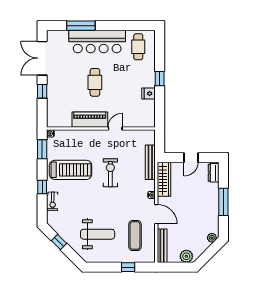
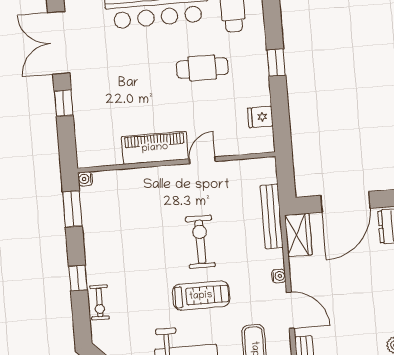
cafe table: (95, 82) -> (202, 68), moved, turned 90
fridge: (149, 93) -> (260, 117), moved
door: (191, 158) -> (345, 202), width x1.88
treadmill: (71, 170) -> (201, 296), moved, width x0.73, depth x0.73
wardrobe: (164, 179) -> (298, 235), width x0.67

